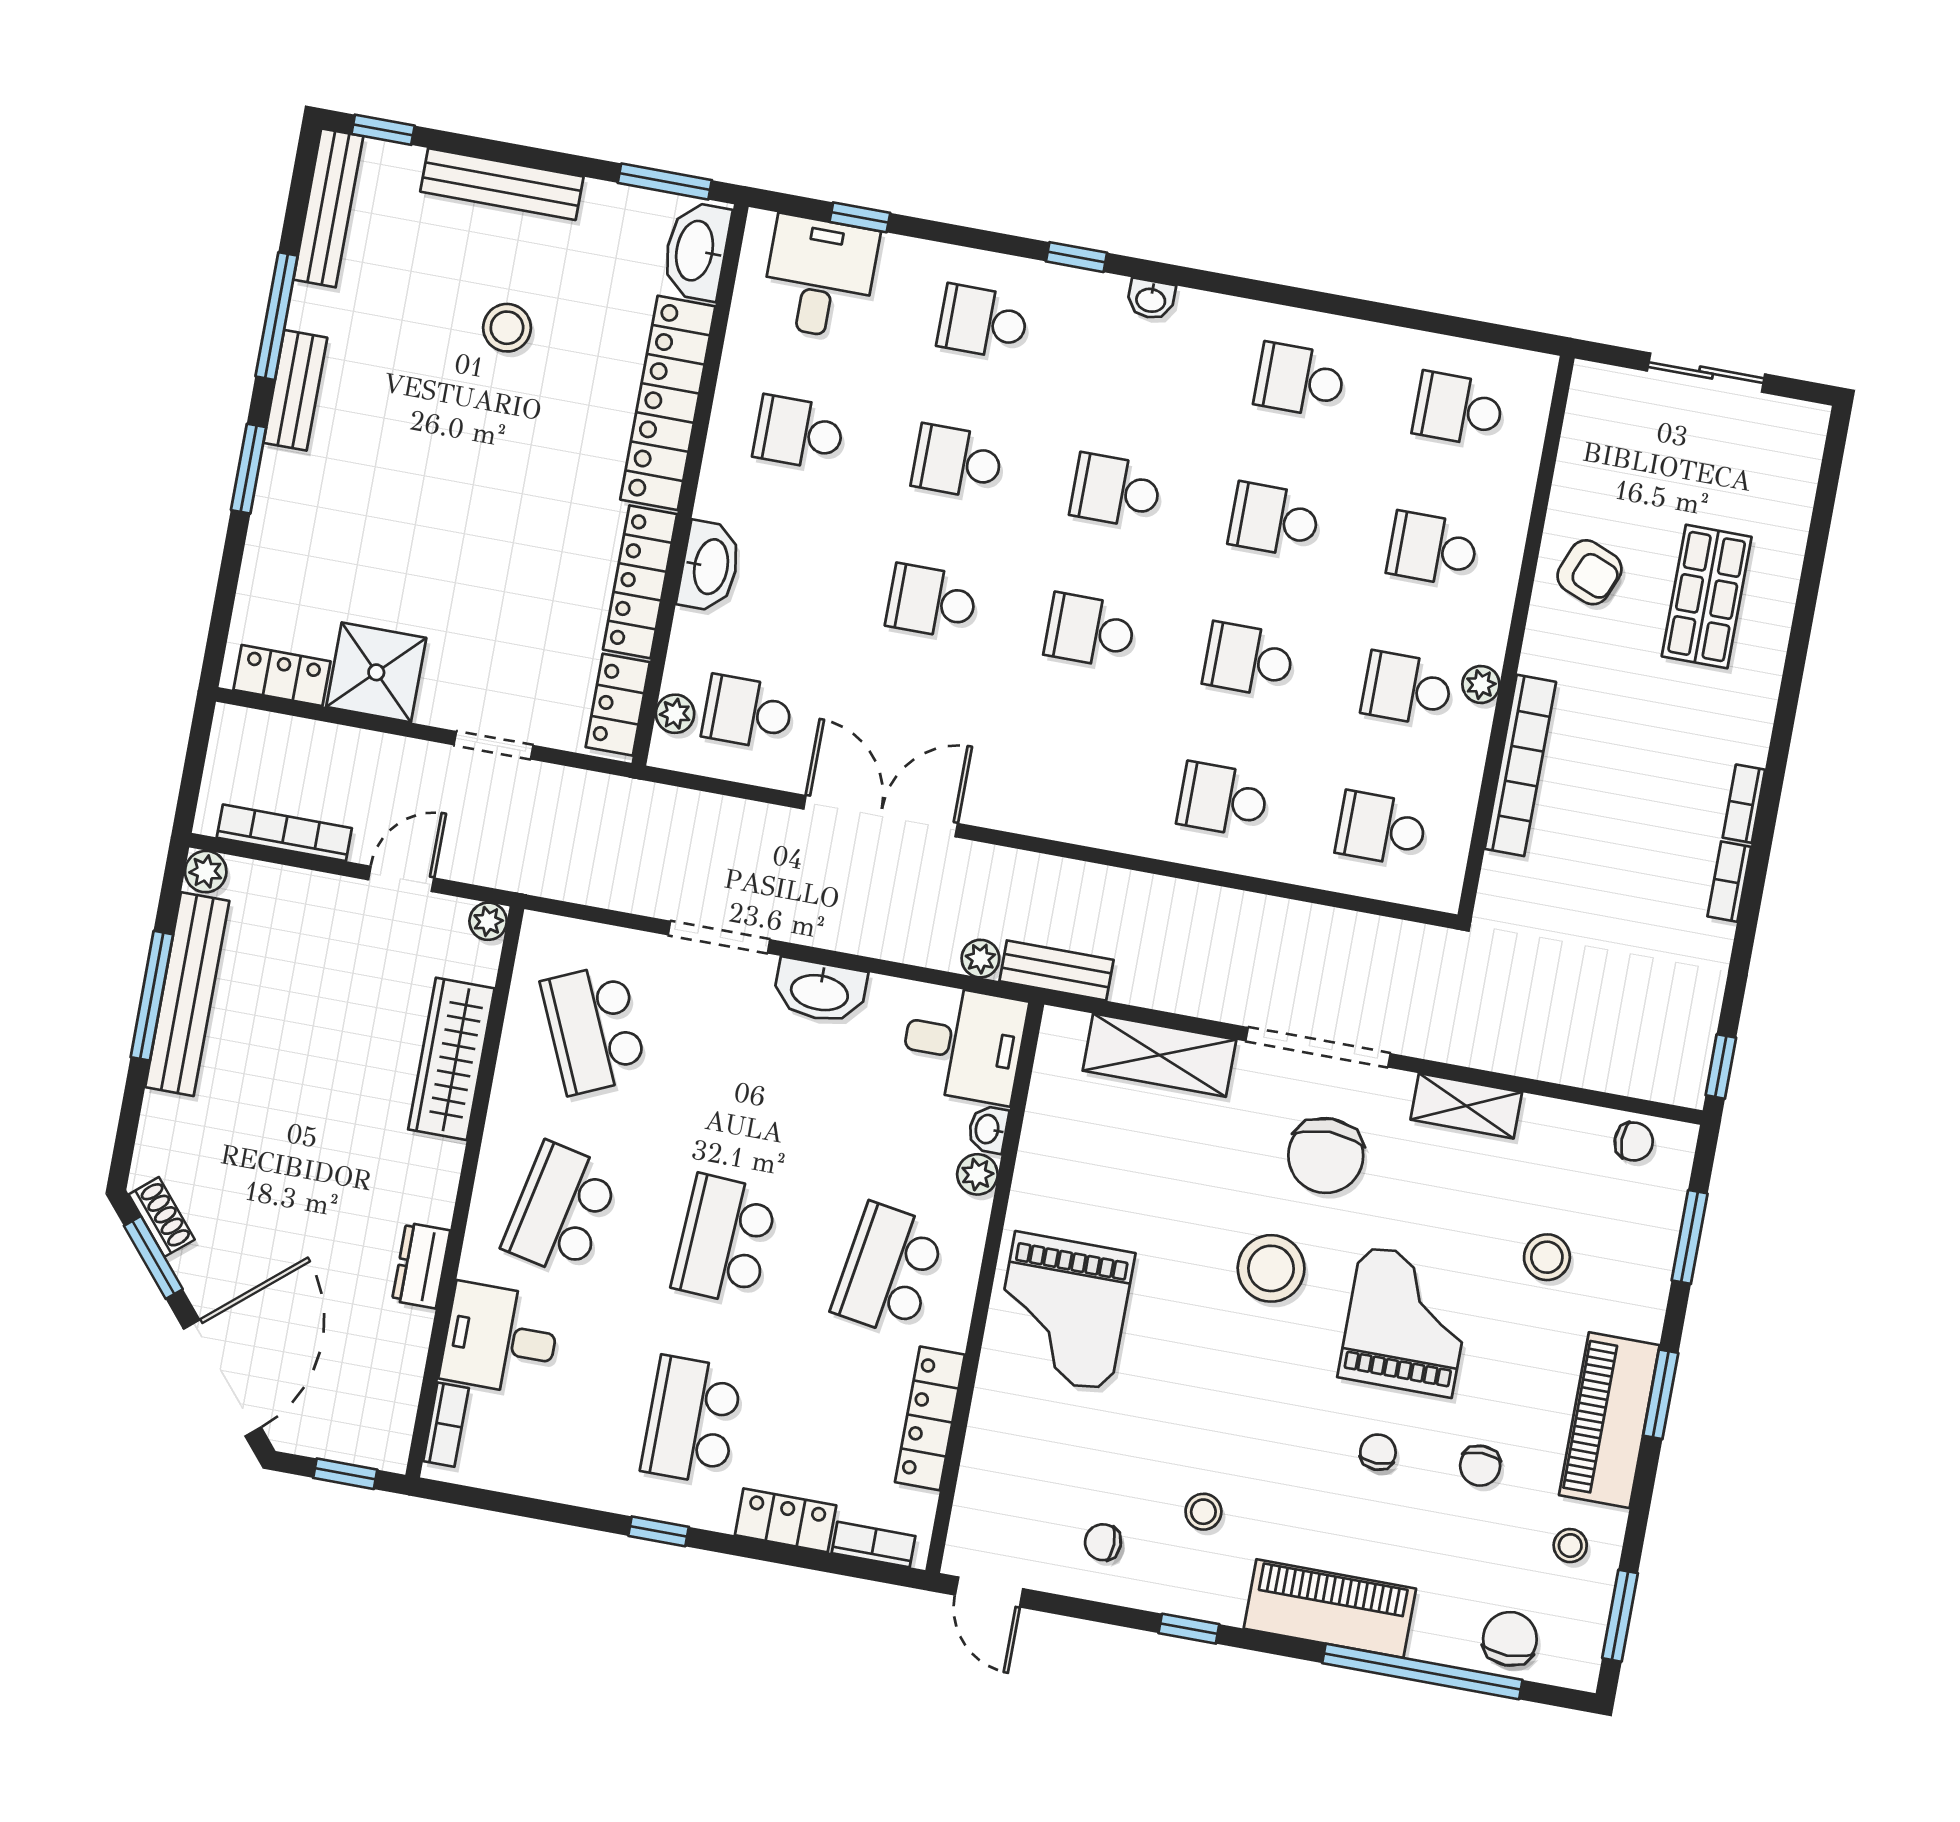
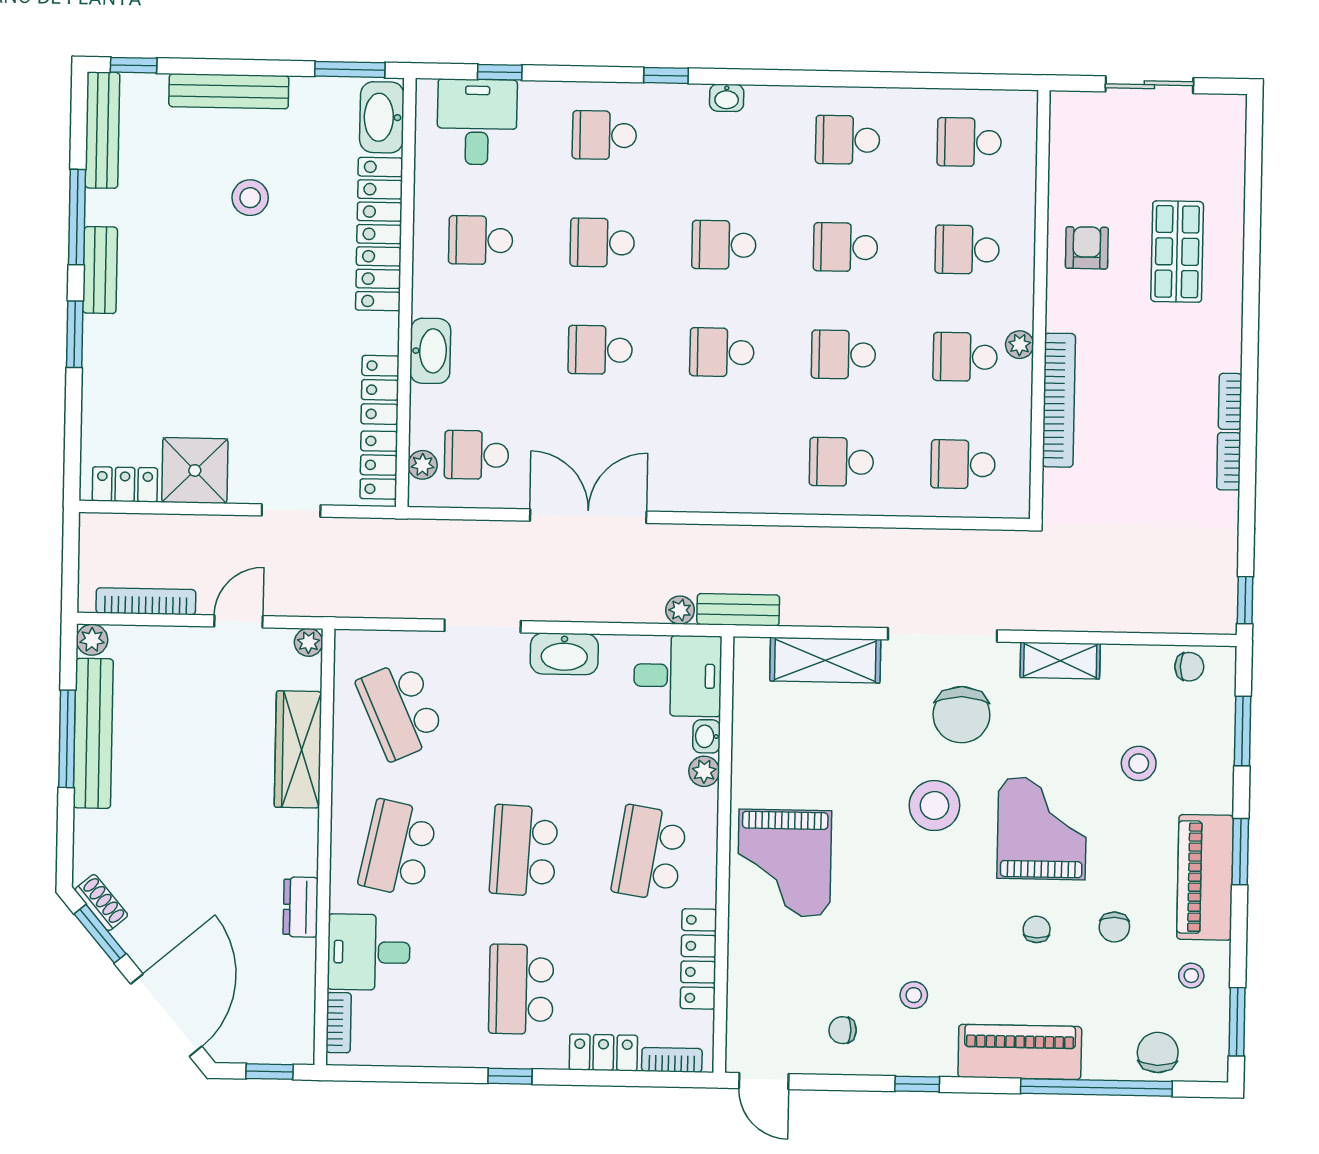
armchair: (1589, 572) -> (1087, 248), turned -112
locker: (640, 582) -> (380, 390), width x0.66

